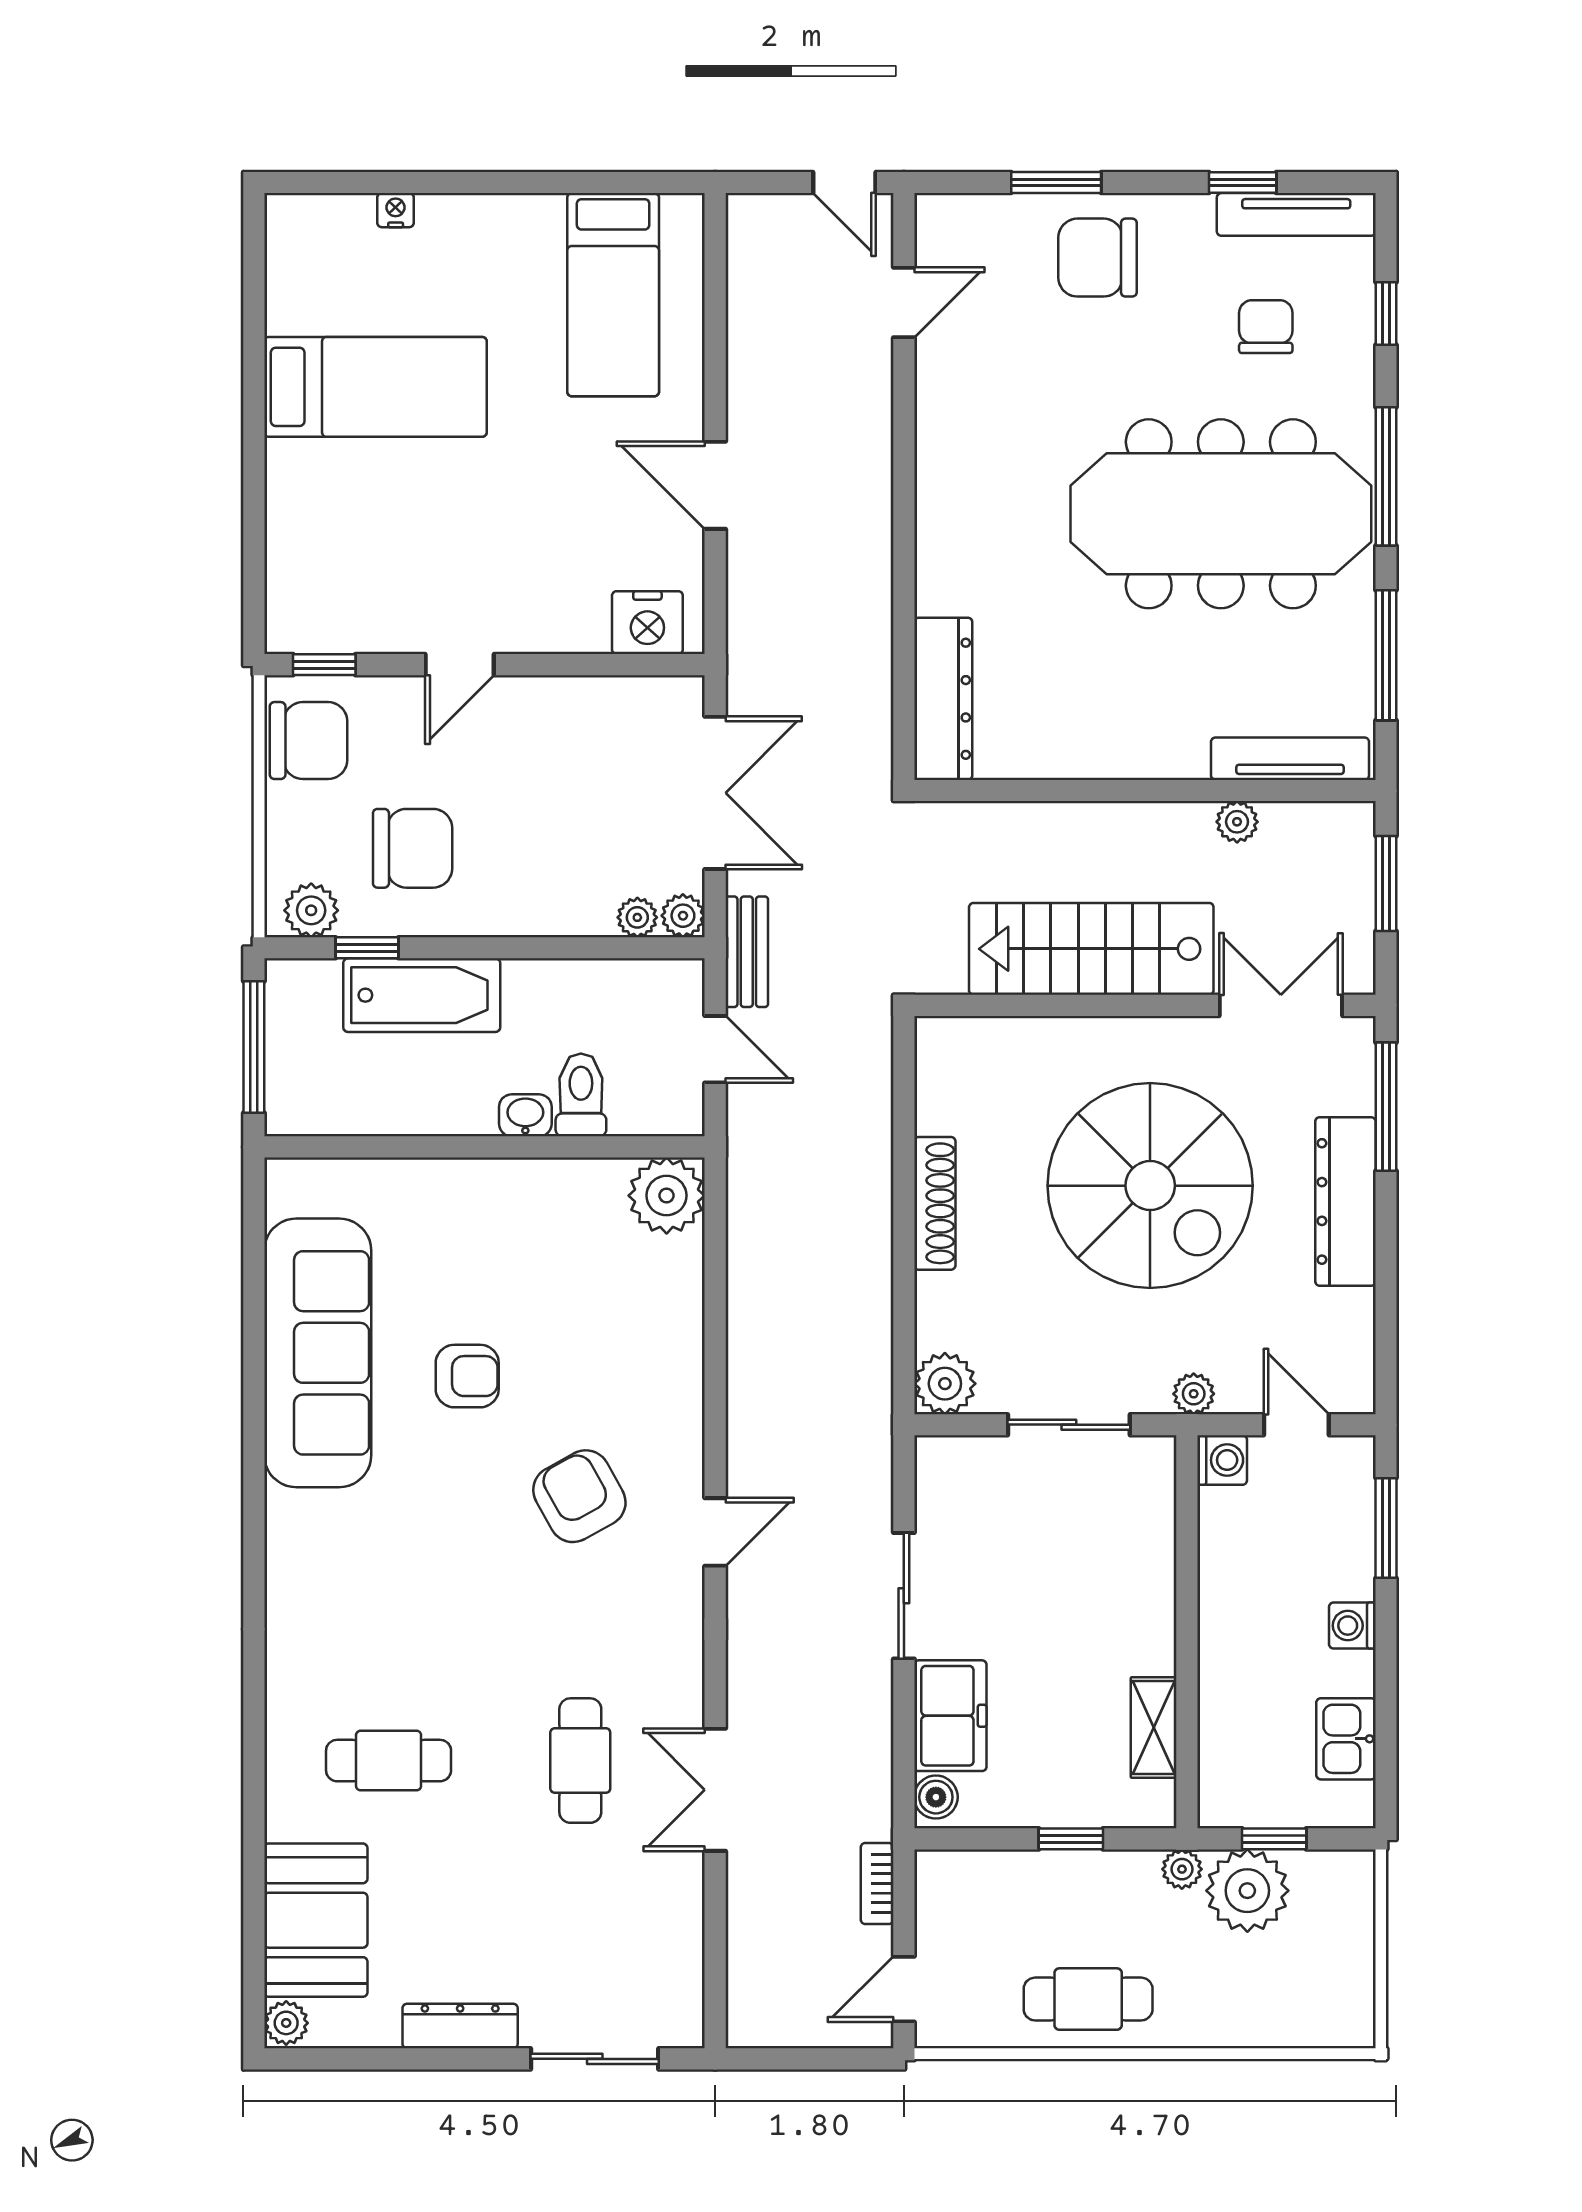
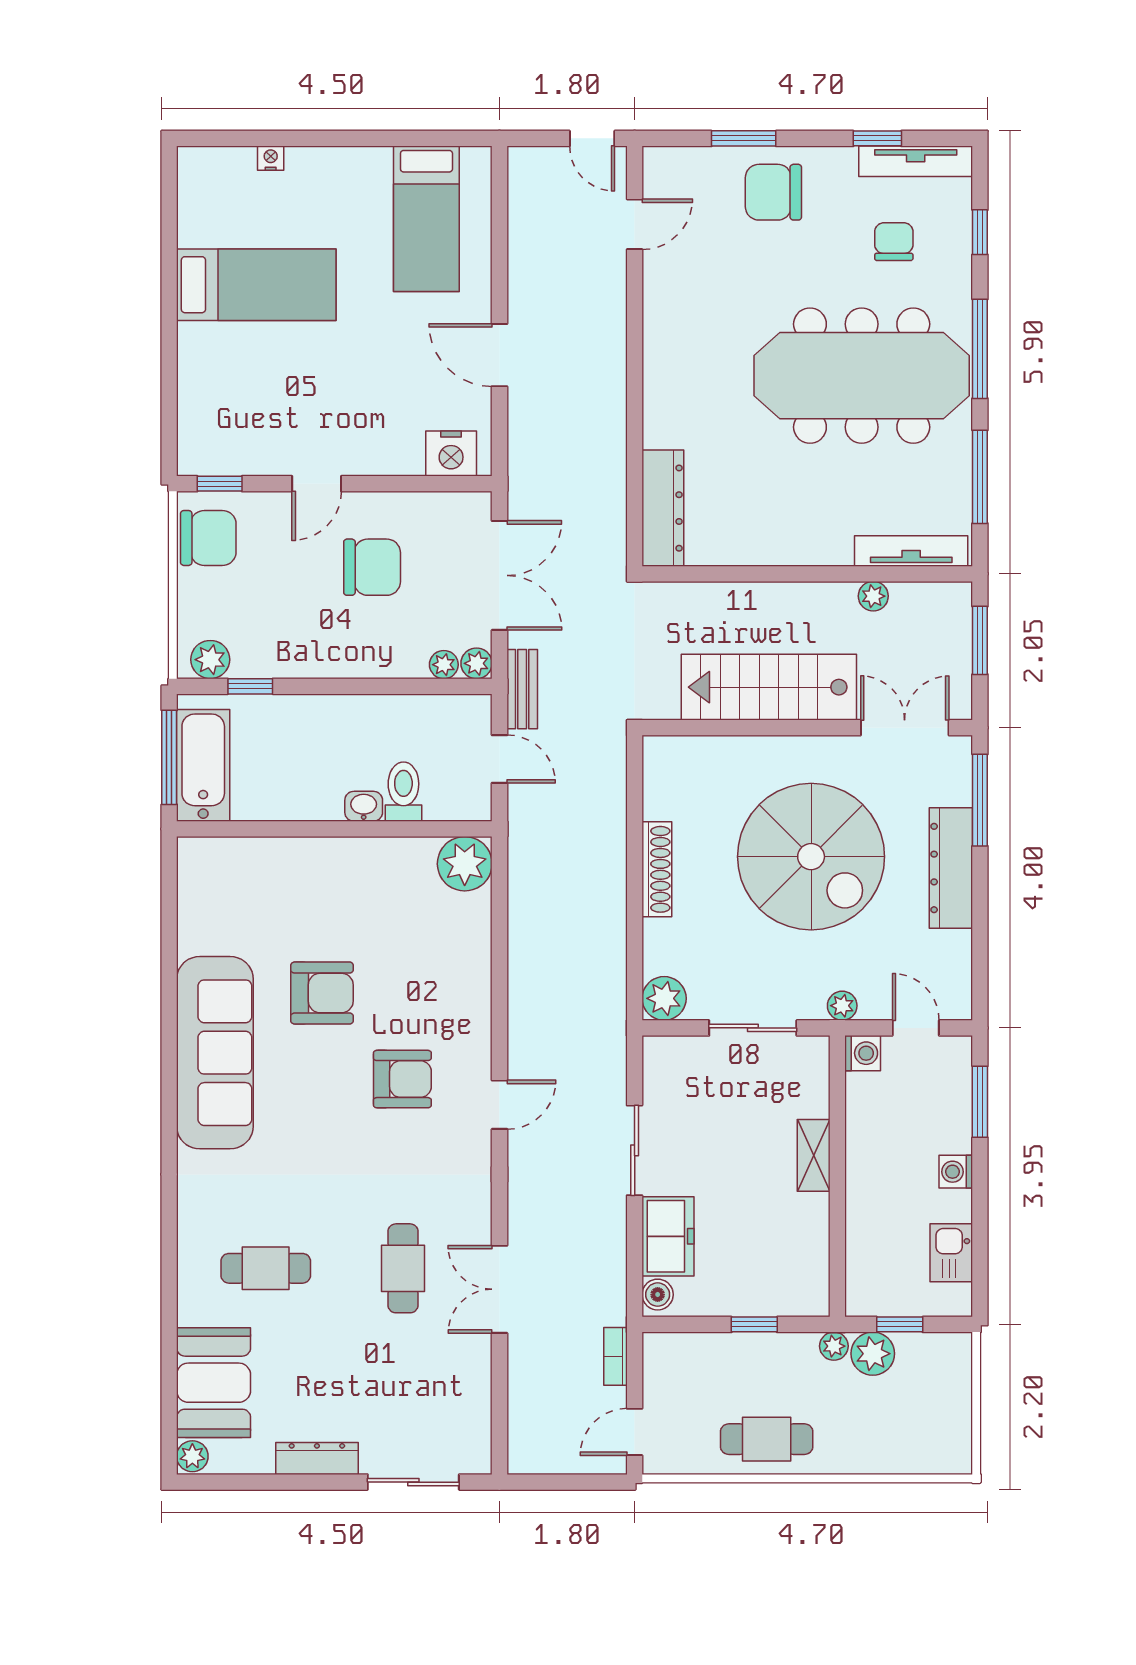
chair: (413, 848) -> (372, 567), moved
bathtub: (422, 995) -> (203, 765), moved, turned -90
sofa: (318, 1353) -> (215, 1053), moved
armchair: (467, 1376) -> (322, 993), width x1.38, depth x1.38
armchair: (579, 1496) -> (402, 1079), turned 119
shelving: (1154, 1727) -> (814, 1155), moved
plant: (1247, 1891) -> (873, 1354), width x0.73, depth x0.73

